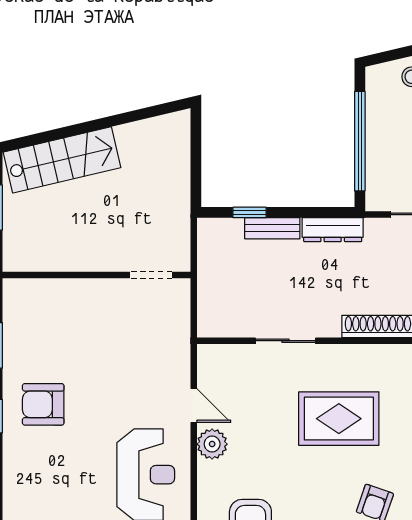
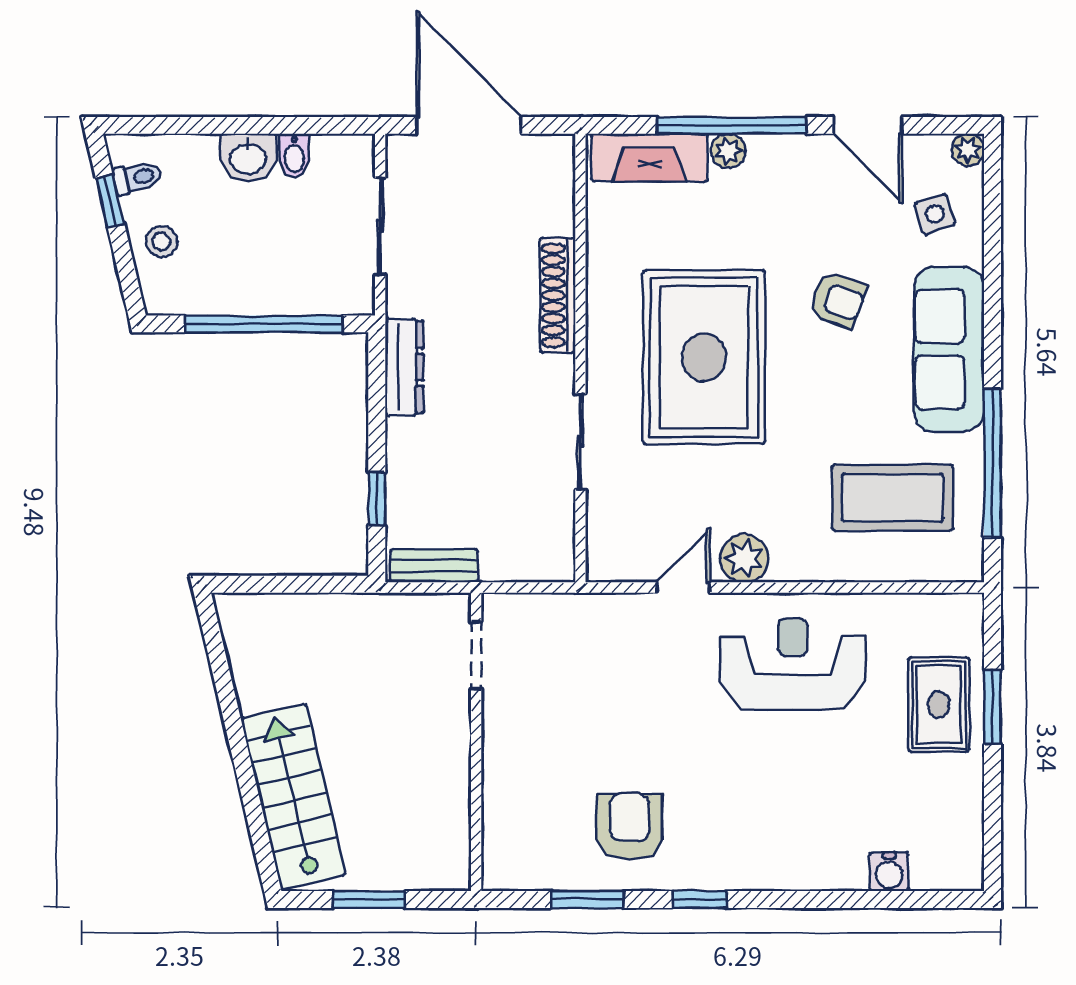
bench: (272, 228) -> (434, 566), moved, turned 90
armchair: (43, 404) -> (630, 826), moved, turned 180
rug: (339, 419) -> (704, 357), width x1.37, depth x1.44

